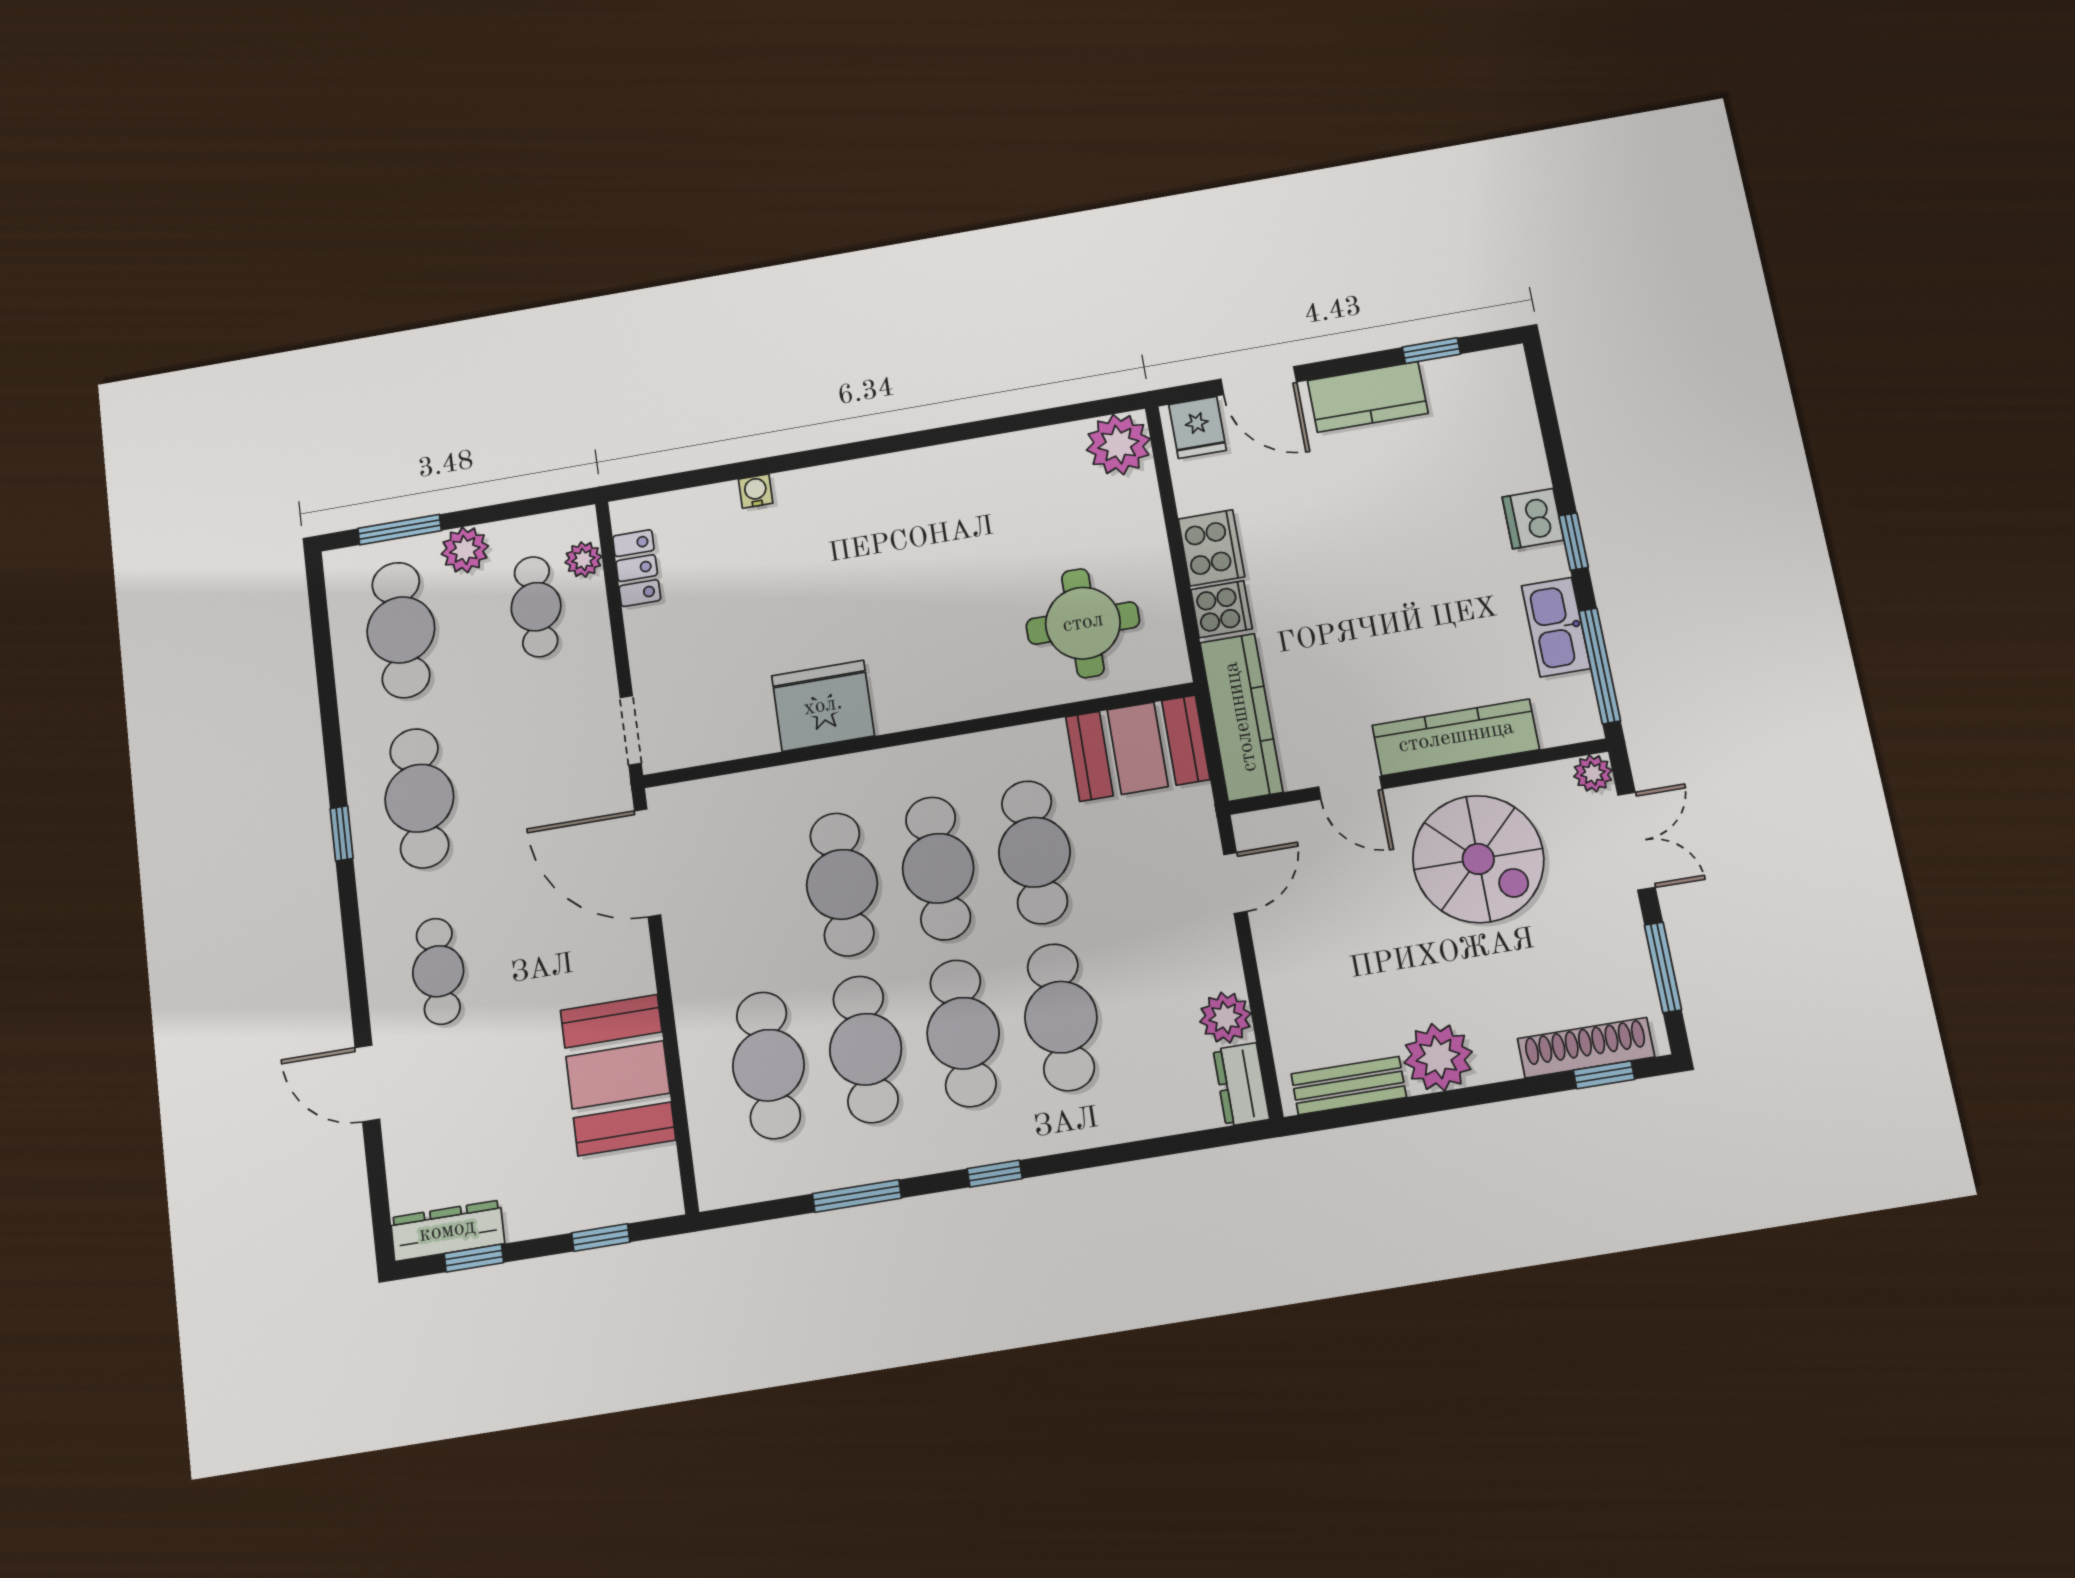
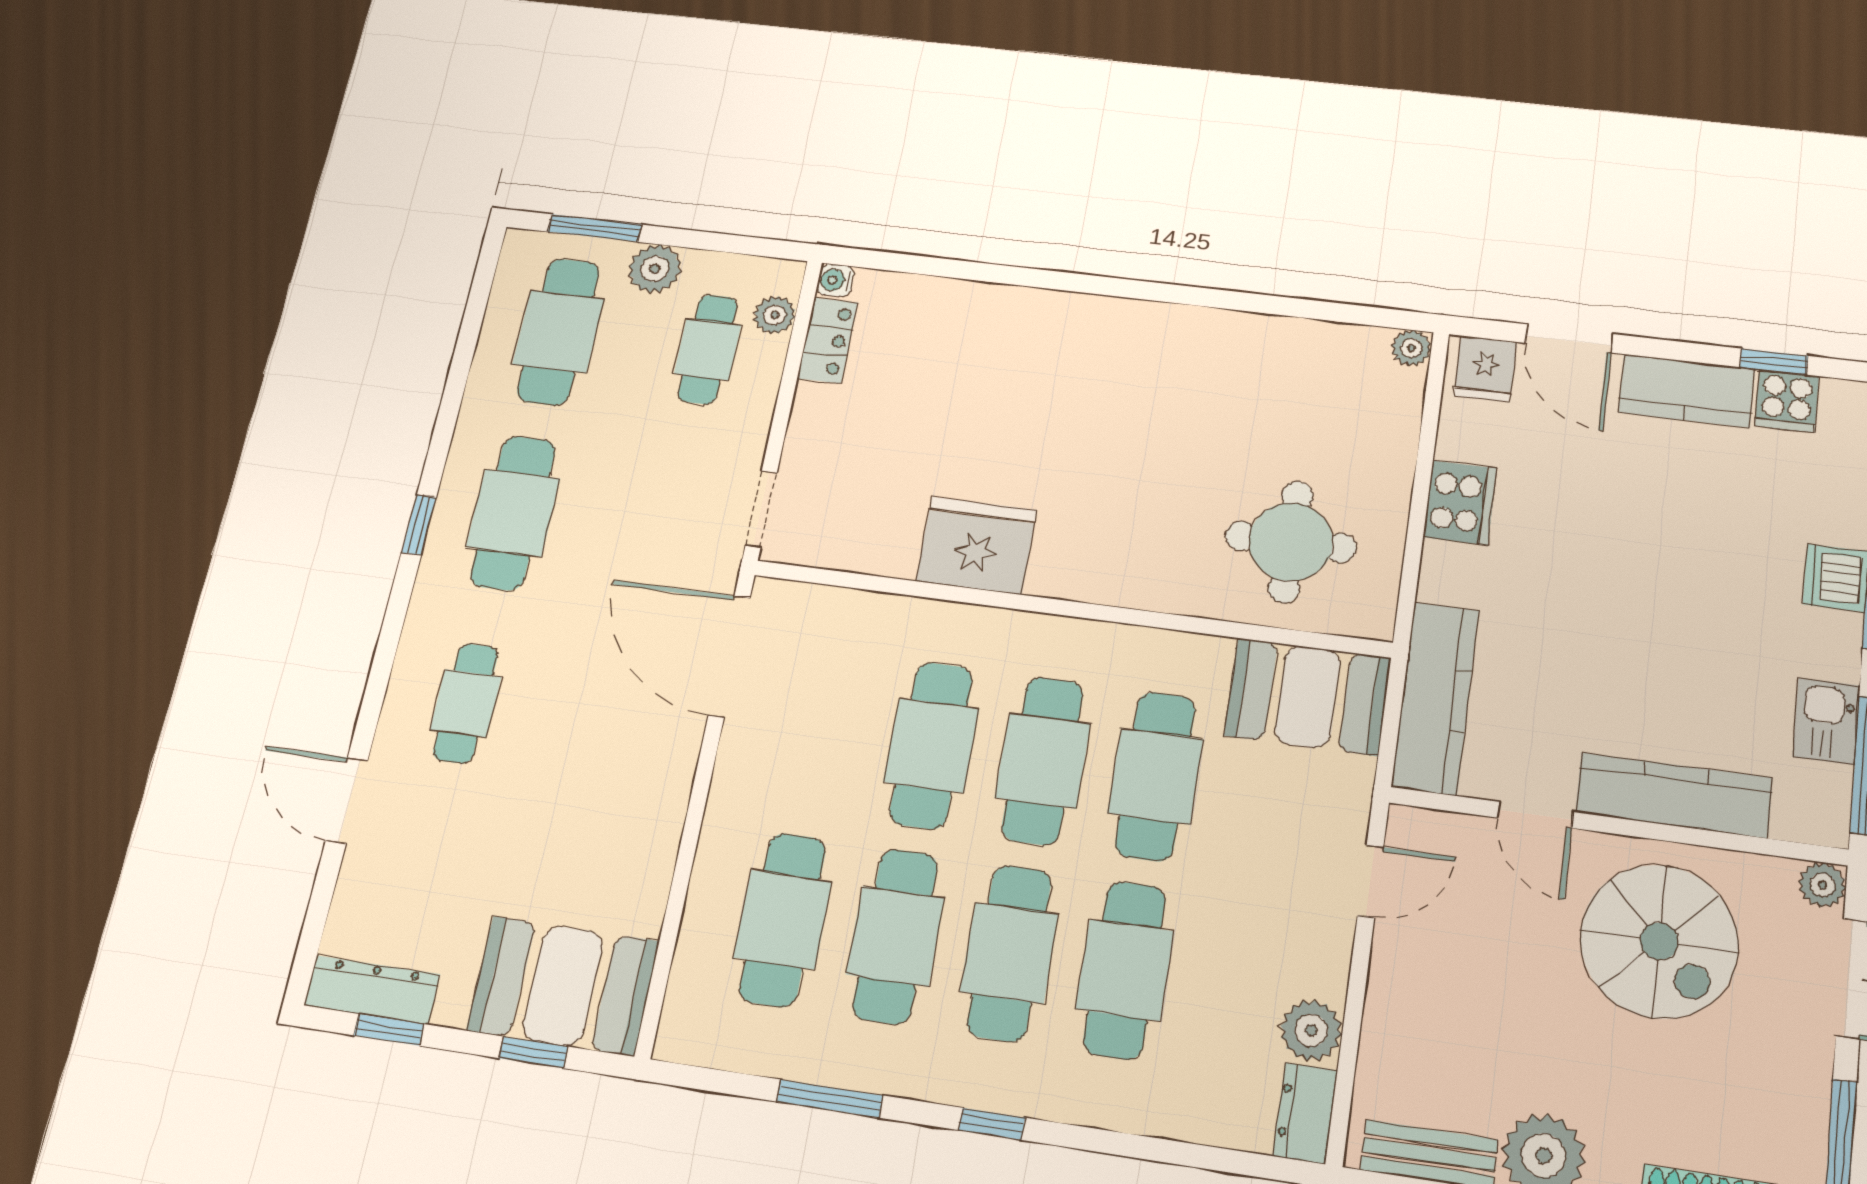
plant: (1118, 444) -> (1411, 348), width x0.53, depth x0.53
water cooler: (756, 491) -> (835, 280), moved, turned -90
cooker: (1221, 609) -> (1787, 401), moved, turned 90
kitchen sink: (1556, 627) -> (1826, 721), width x0.73
booth: (618, 1075) -> (563, 986), moved, turned 90

